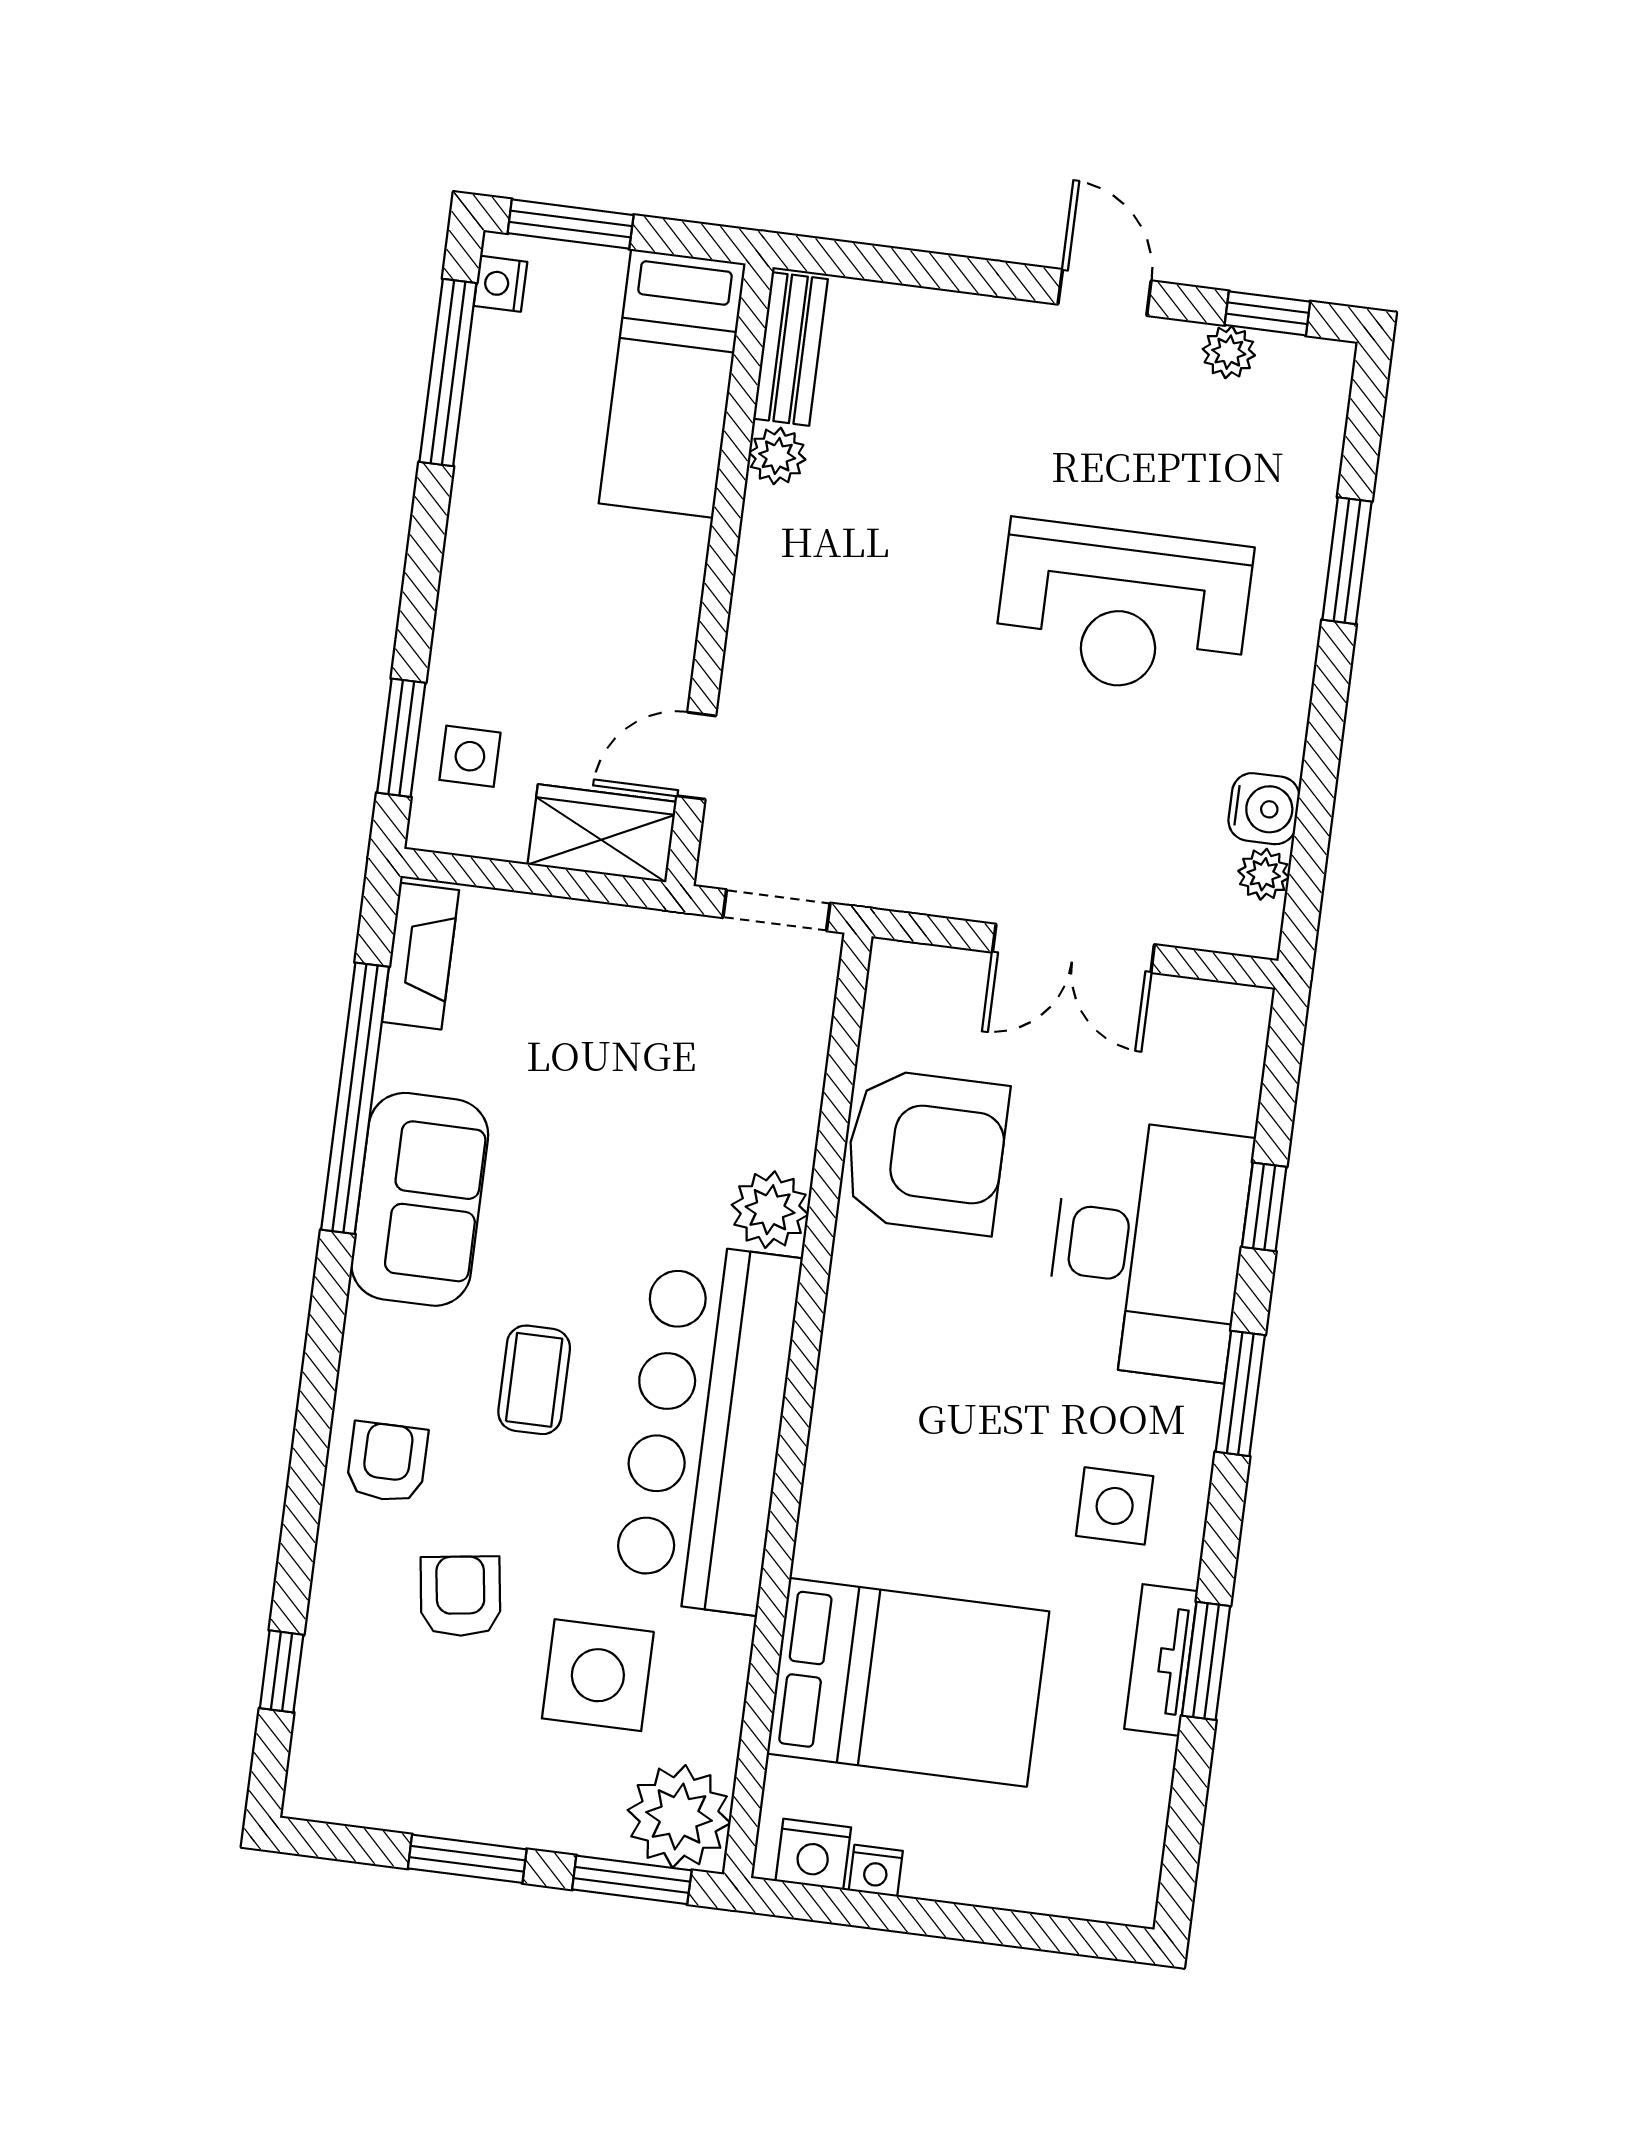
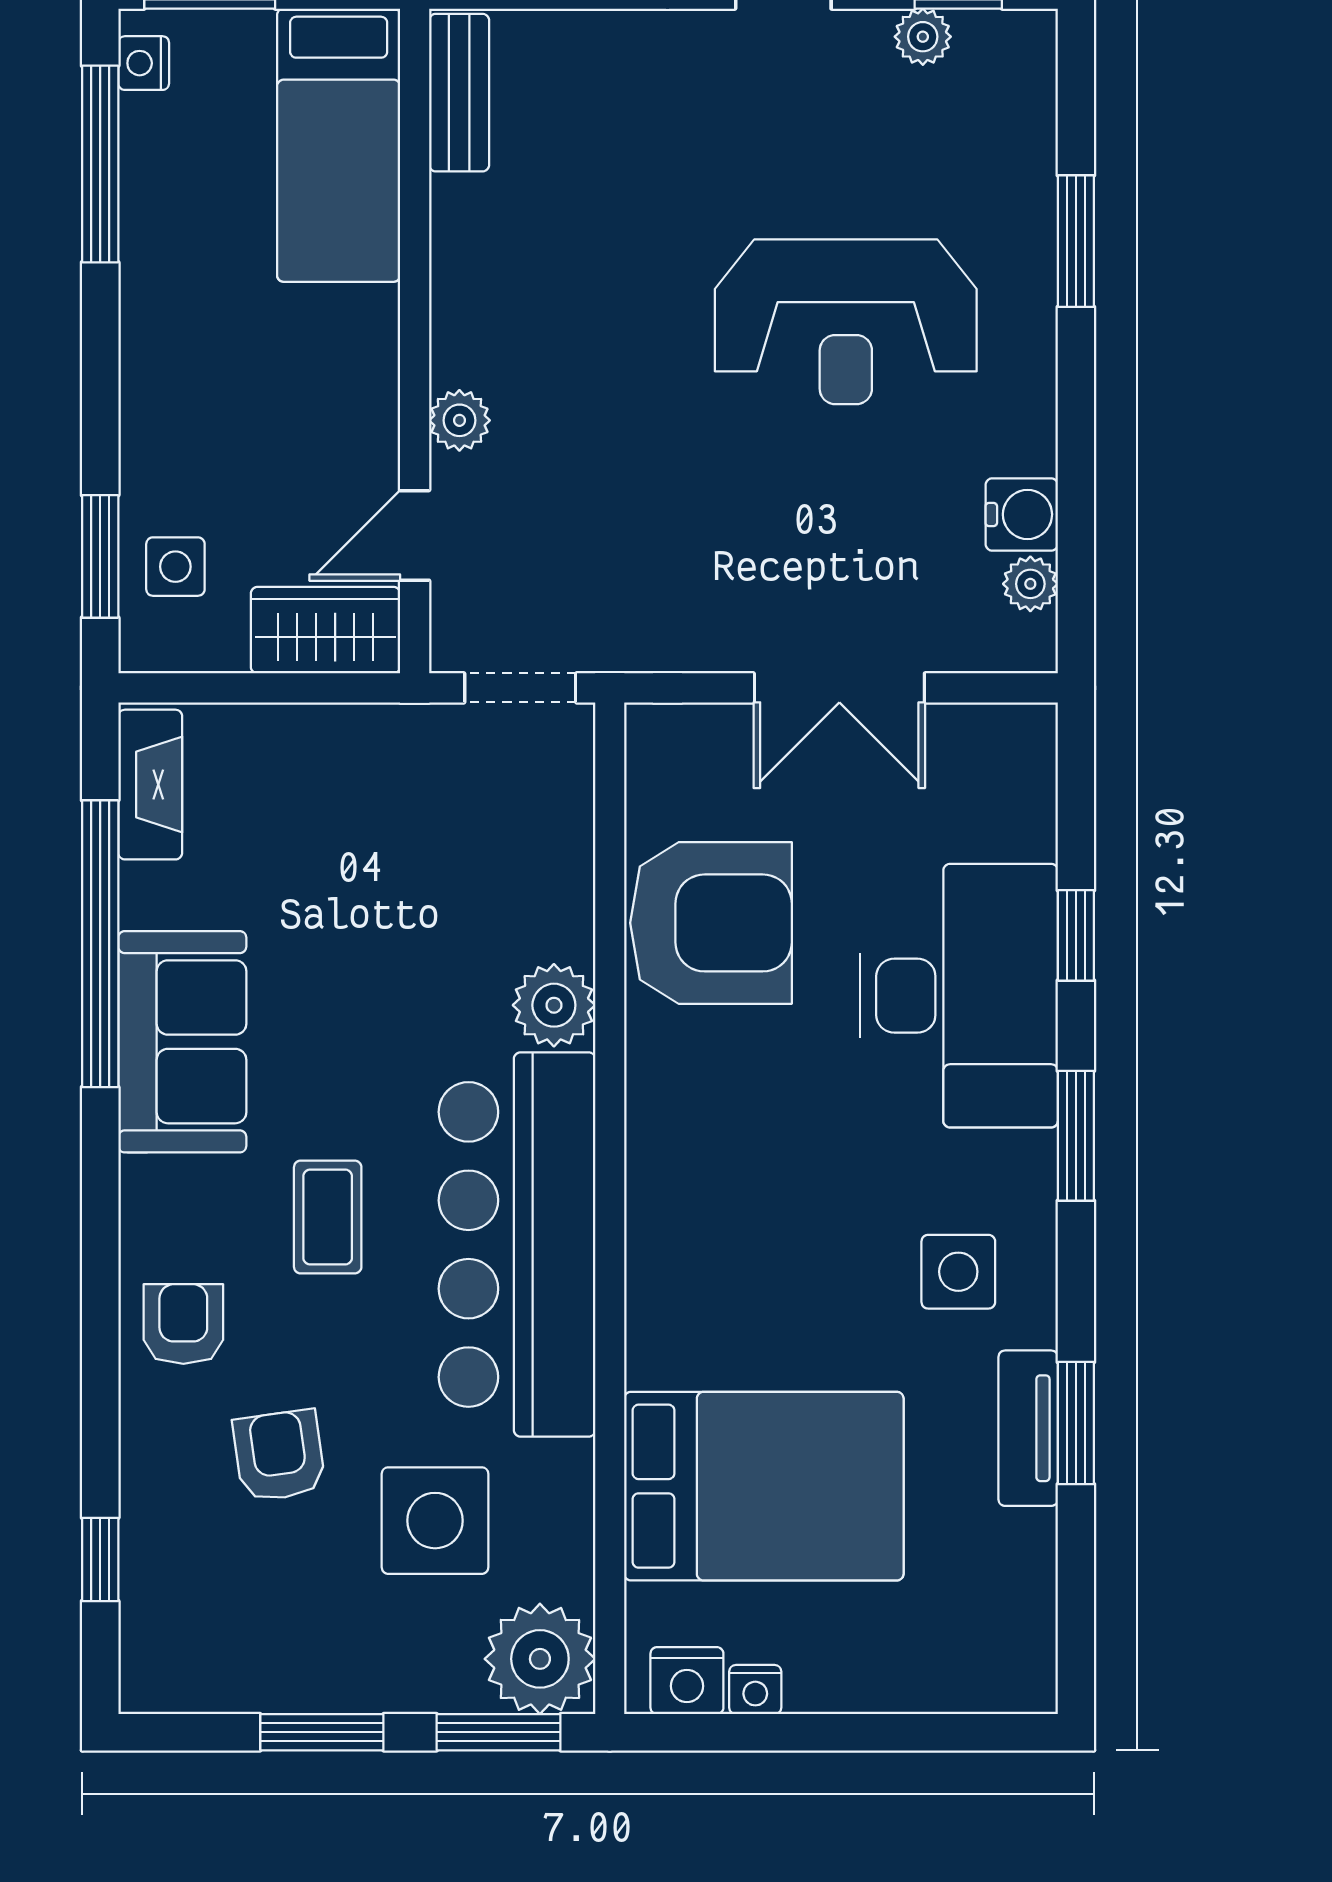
plant: (777, 456) -> (459, 420), moved

